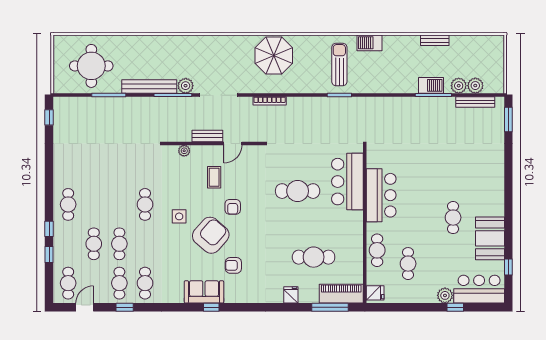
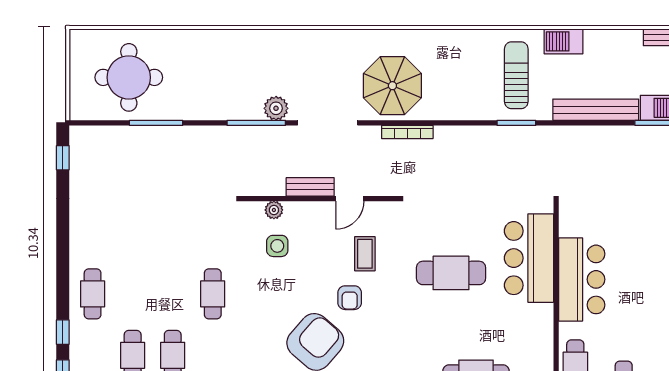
parasol: (274, 55) -> (392, 86), moved
bench: (149, 87) -> (596, 110), moved
coffee table: (214, 177) -> (365, 254), moved
side table: (179, 216) -> (277, 246), moved

